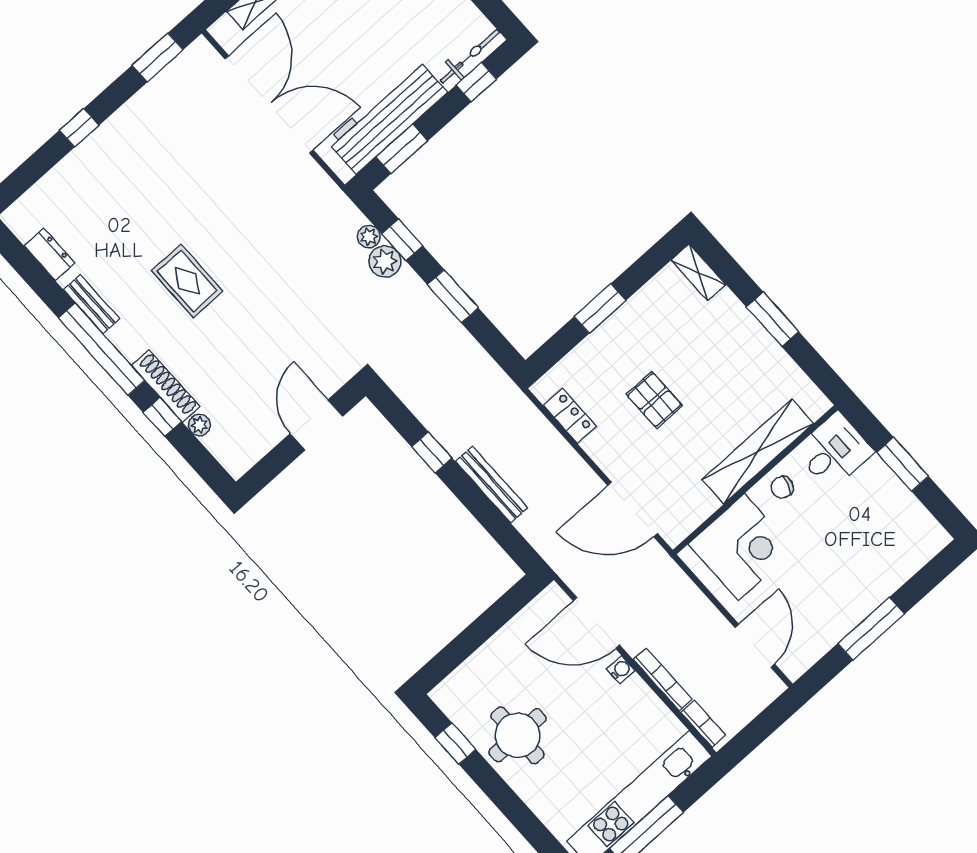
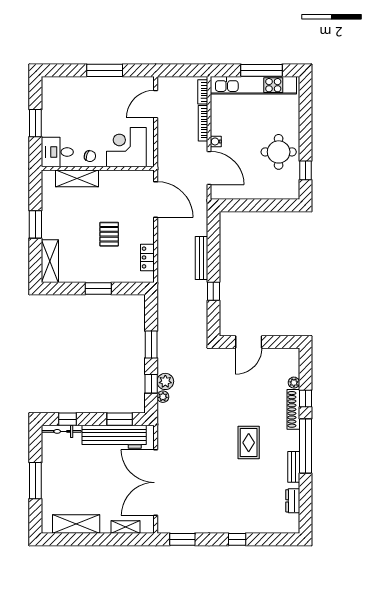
shelving: (698, 272) -> (50, 261), width x1.50, depth x1.33
shelving: (758, 451) -> (77, 178), width x0.68

